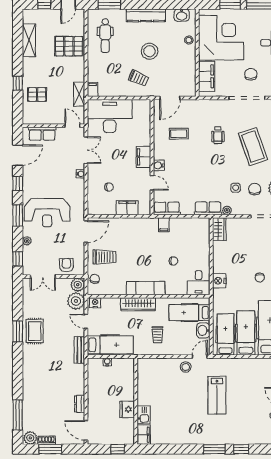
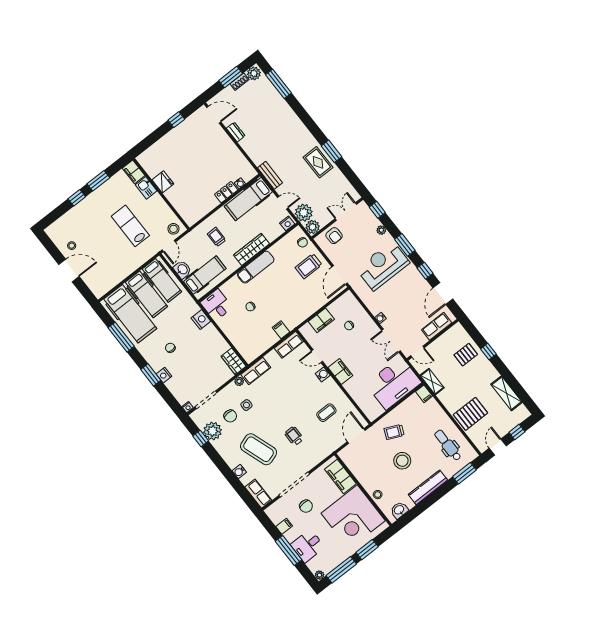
locker: (123, 363) -> (226, 192), added
wall: (136, 401) -> (161, 194), moved
fridge: (127, 409) -> (163, 182), moved
kitchen sink: (144, 415) -> (146, 188), moved
filing cabinet: (144, 435) -> (134, 172), moved

